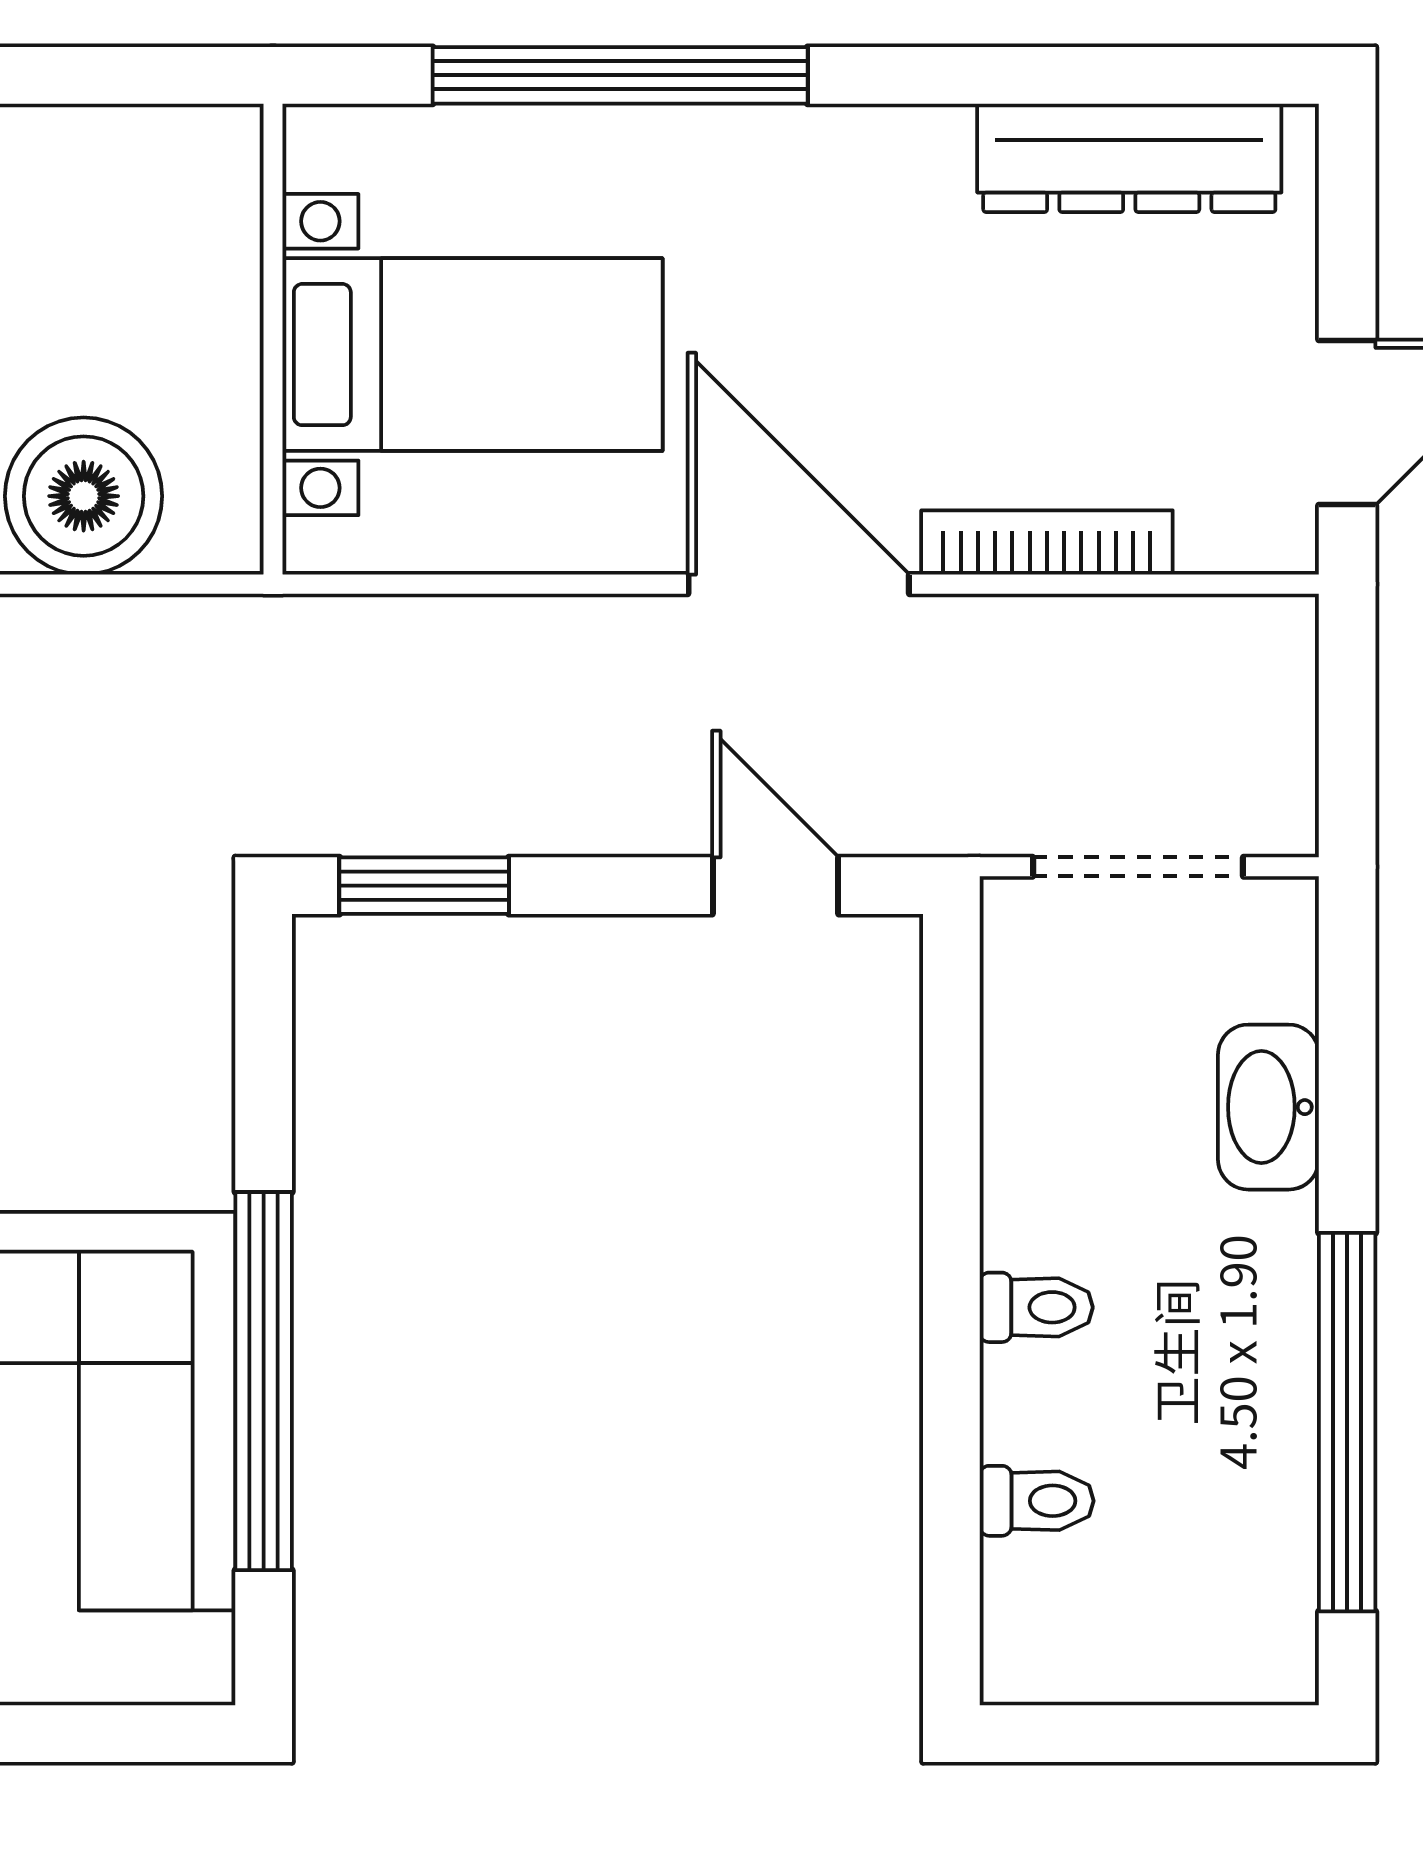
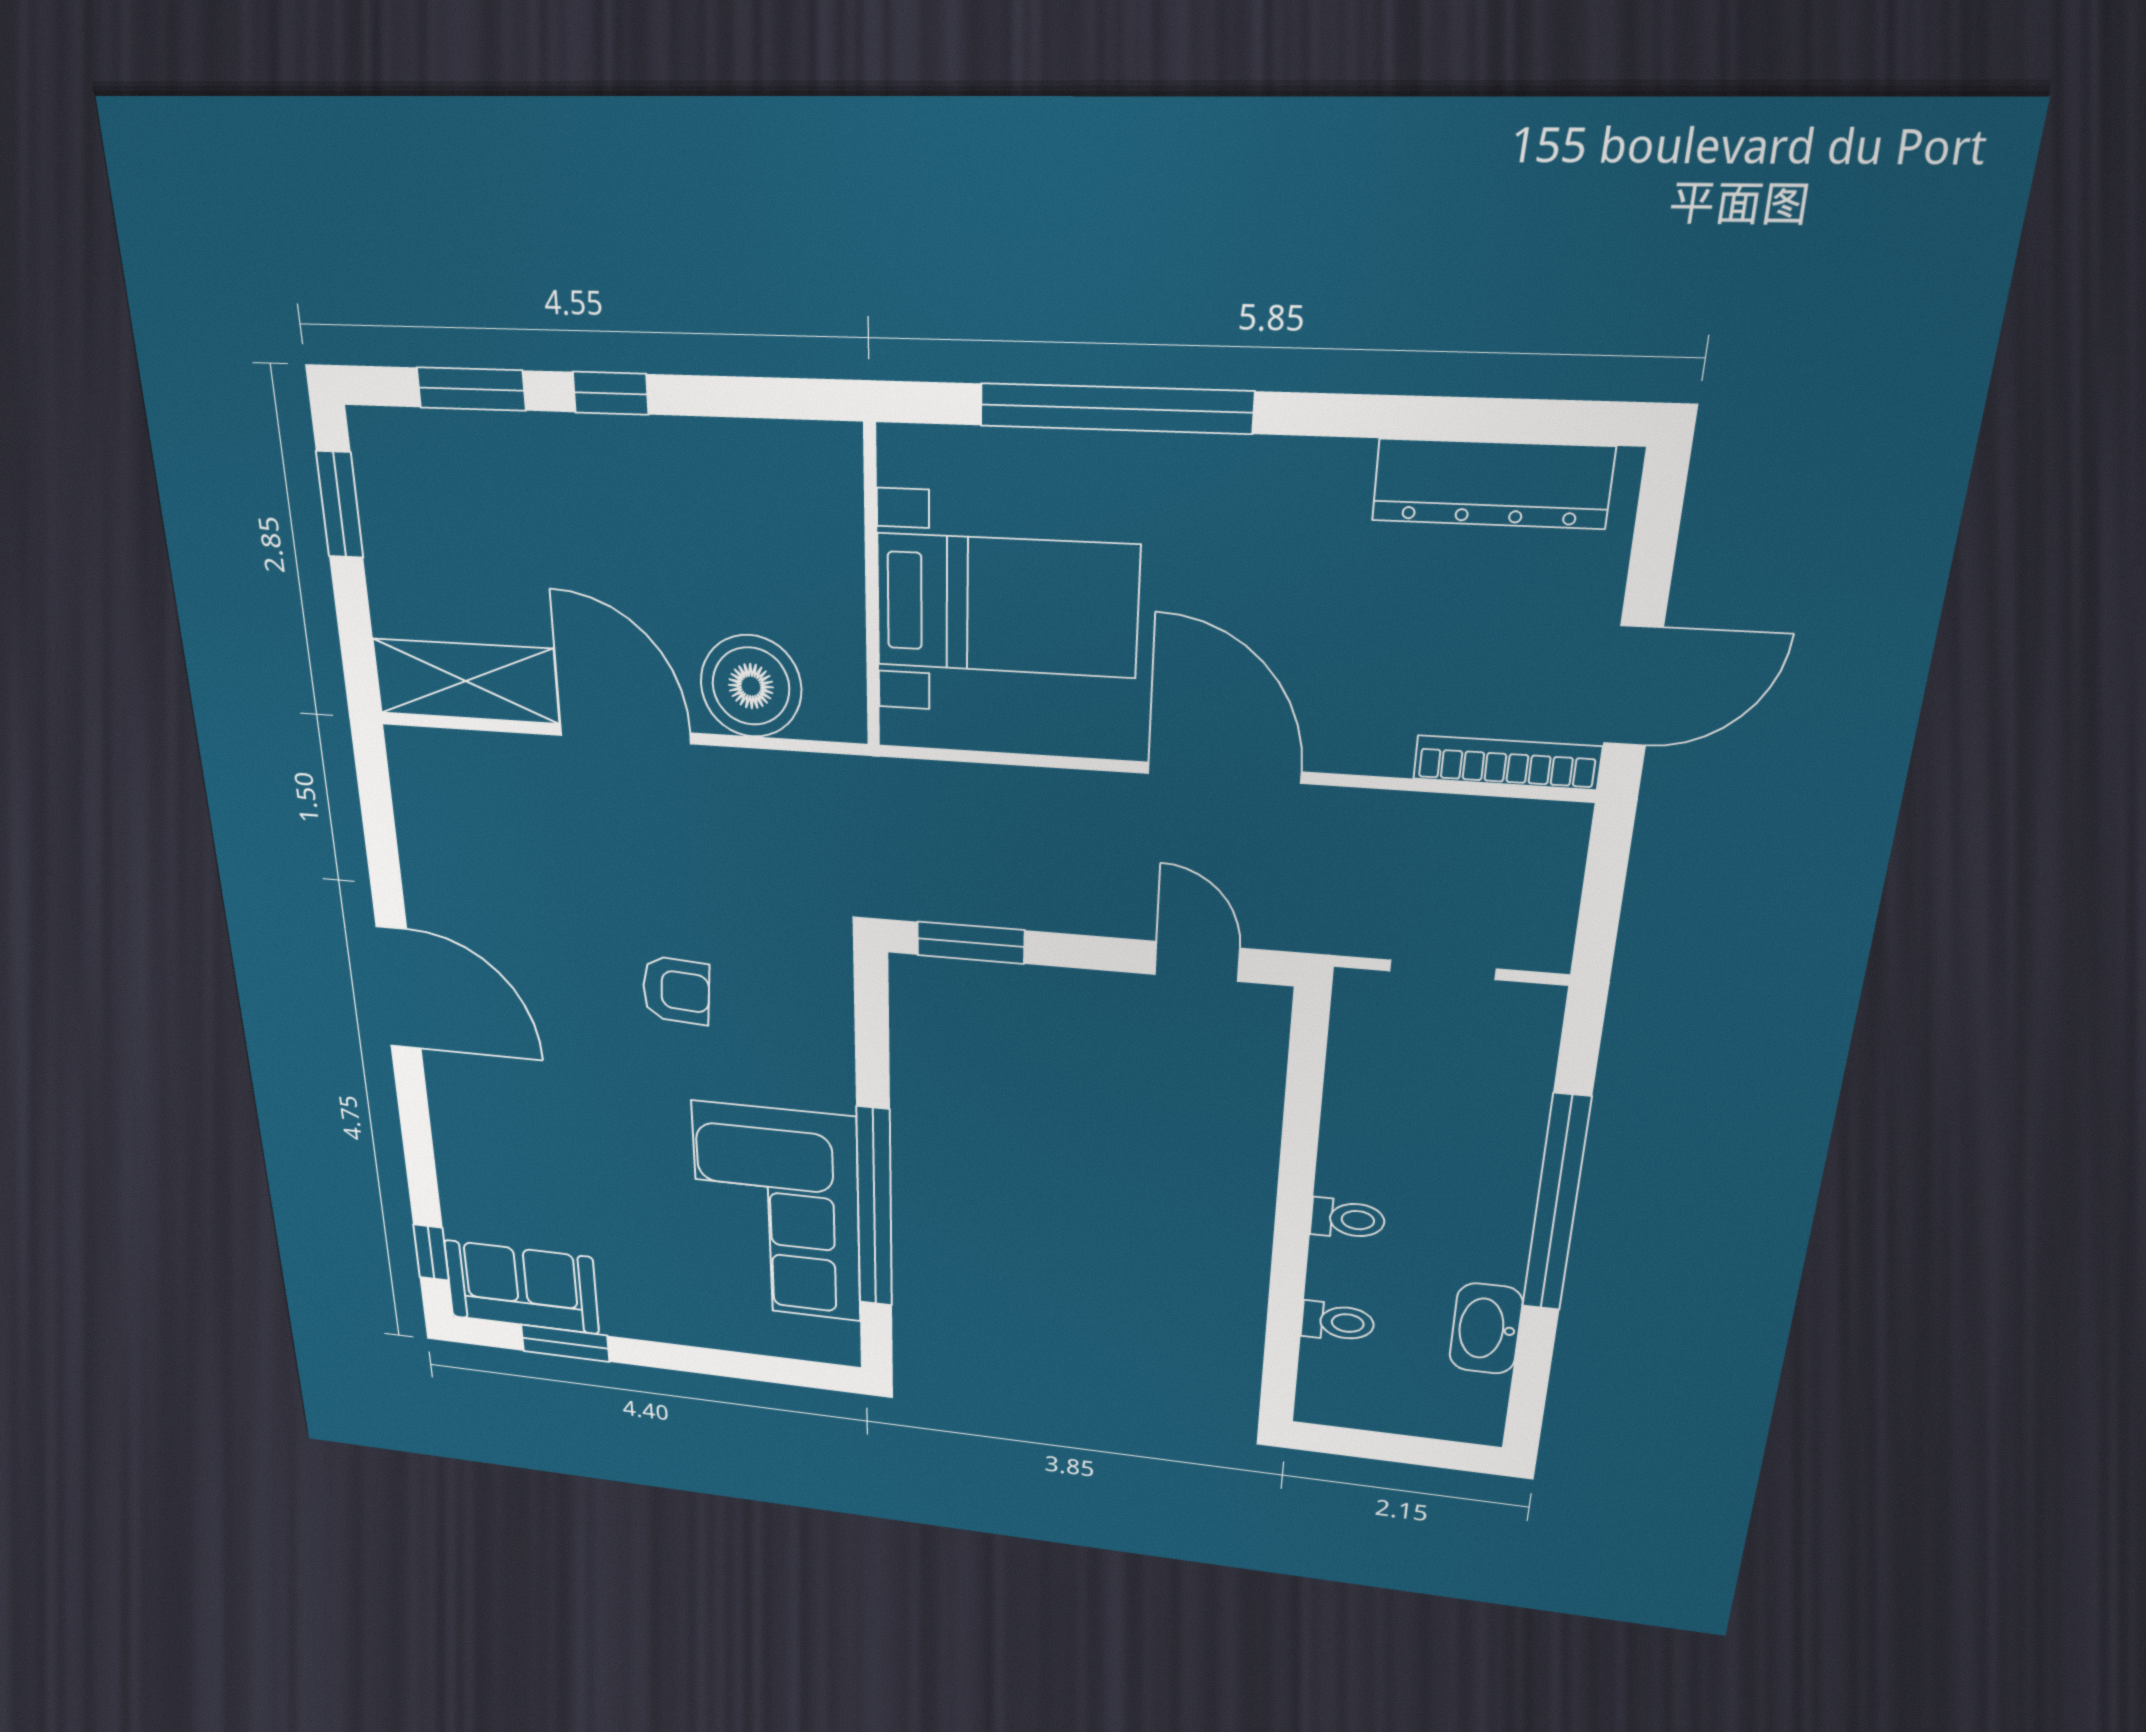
bookcase: (1047, 543) -> (1507, 763), moved
doorway: (1138, 867) -> (1443, 970), width x0.73
washbasin: (1268, 1107) -> (1486, 1329), moved
window: (1347, 1422) -> (1556, 1204), moved

